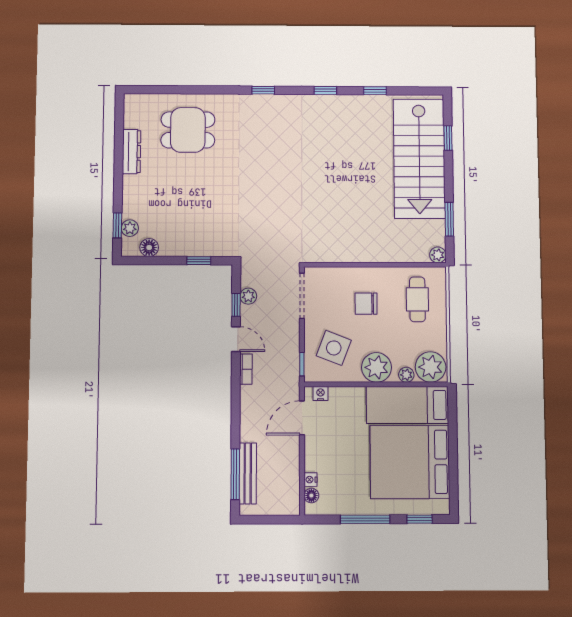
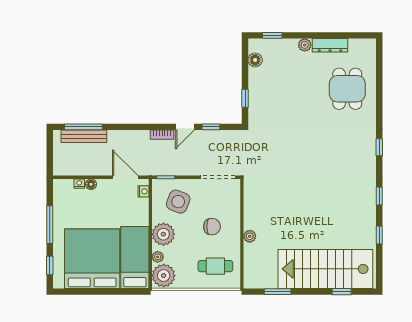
plant: (130, 228) -> (305, 45), moved
plant: (438, 255) -> (250, 236), moved
plant: (248, 296) -> (218, 136), removed
chair: (366, 304) -> (212, 227), turned 90
floor lamp: (311, 496) -> (91, 184), moved

